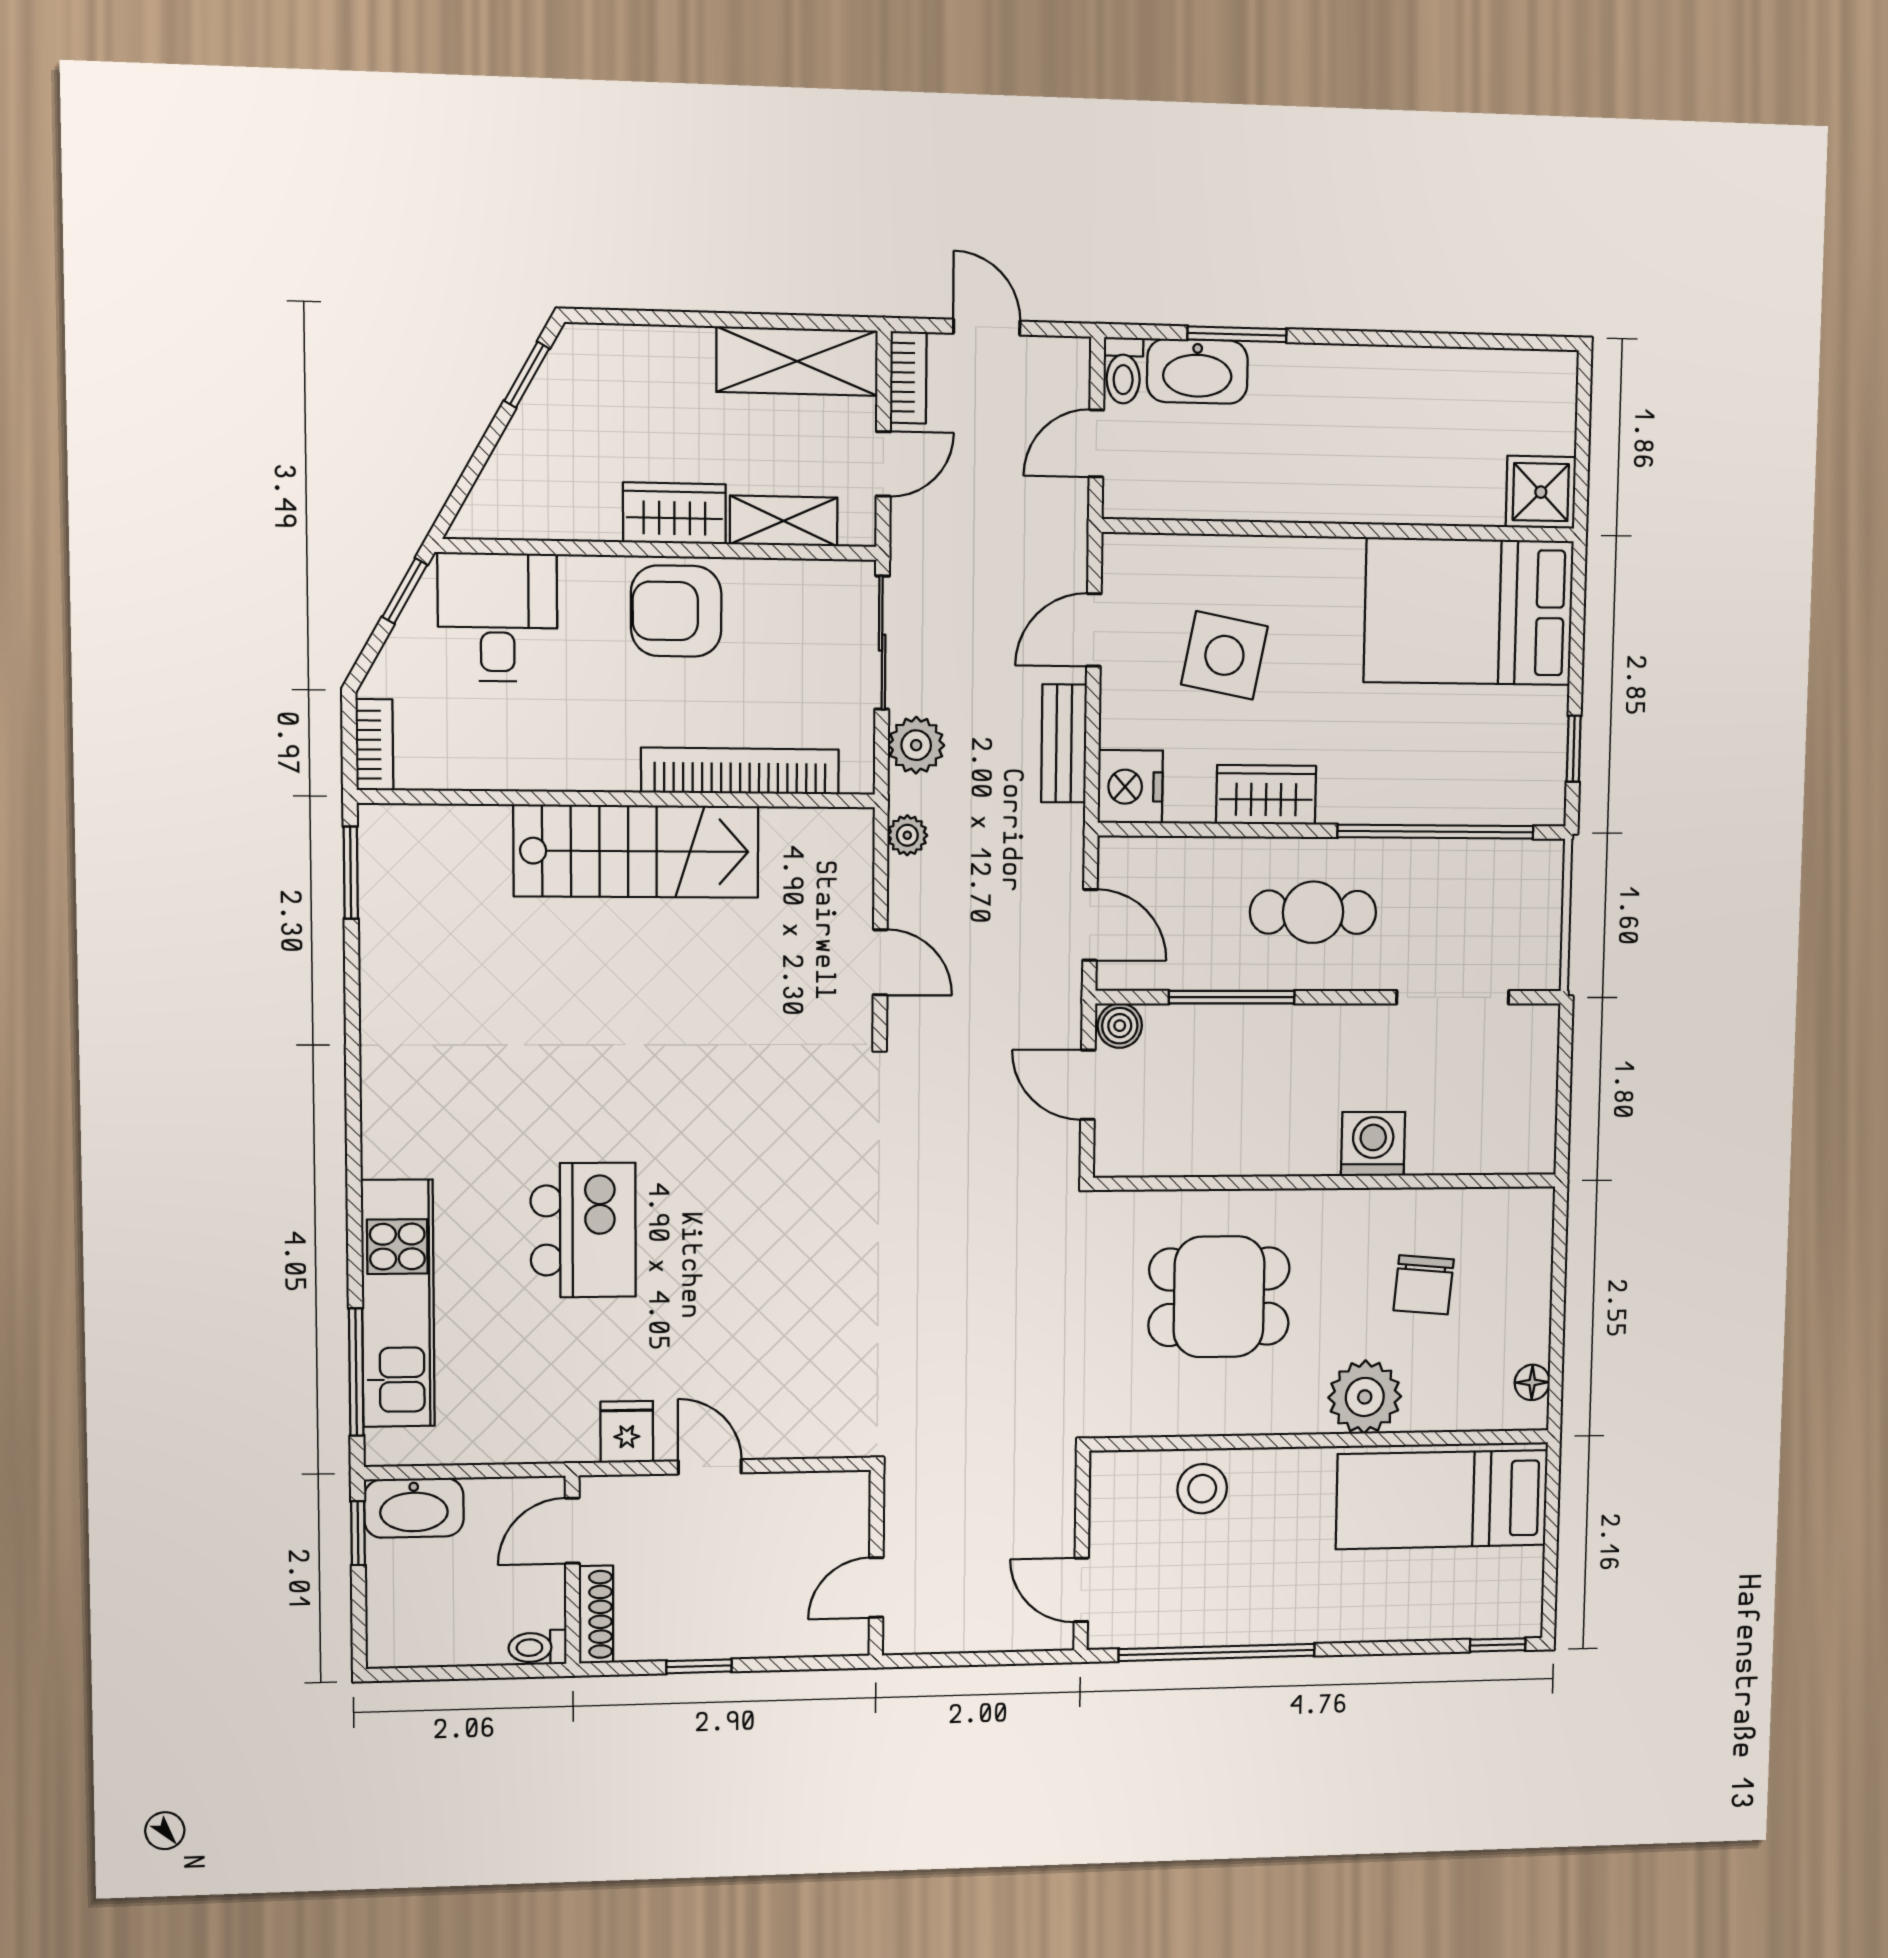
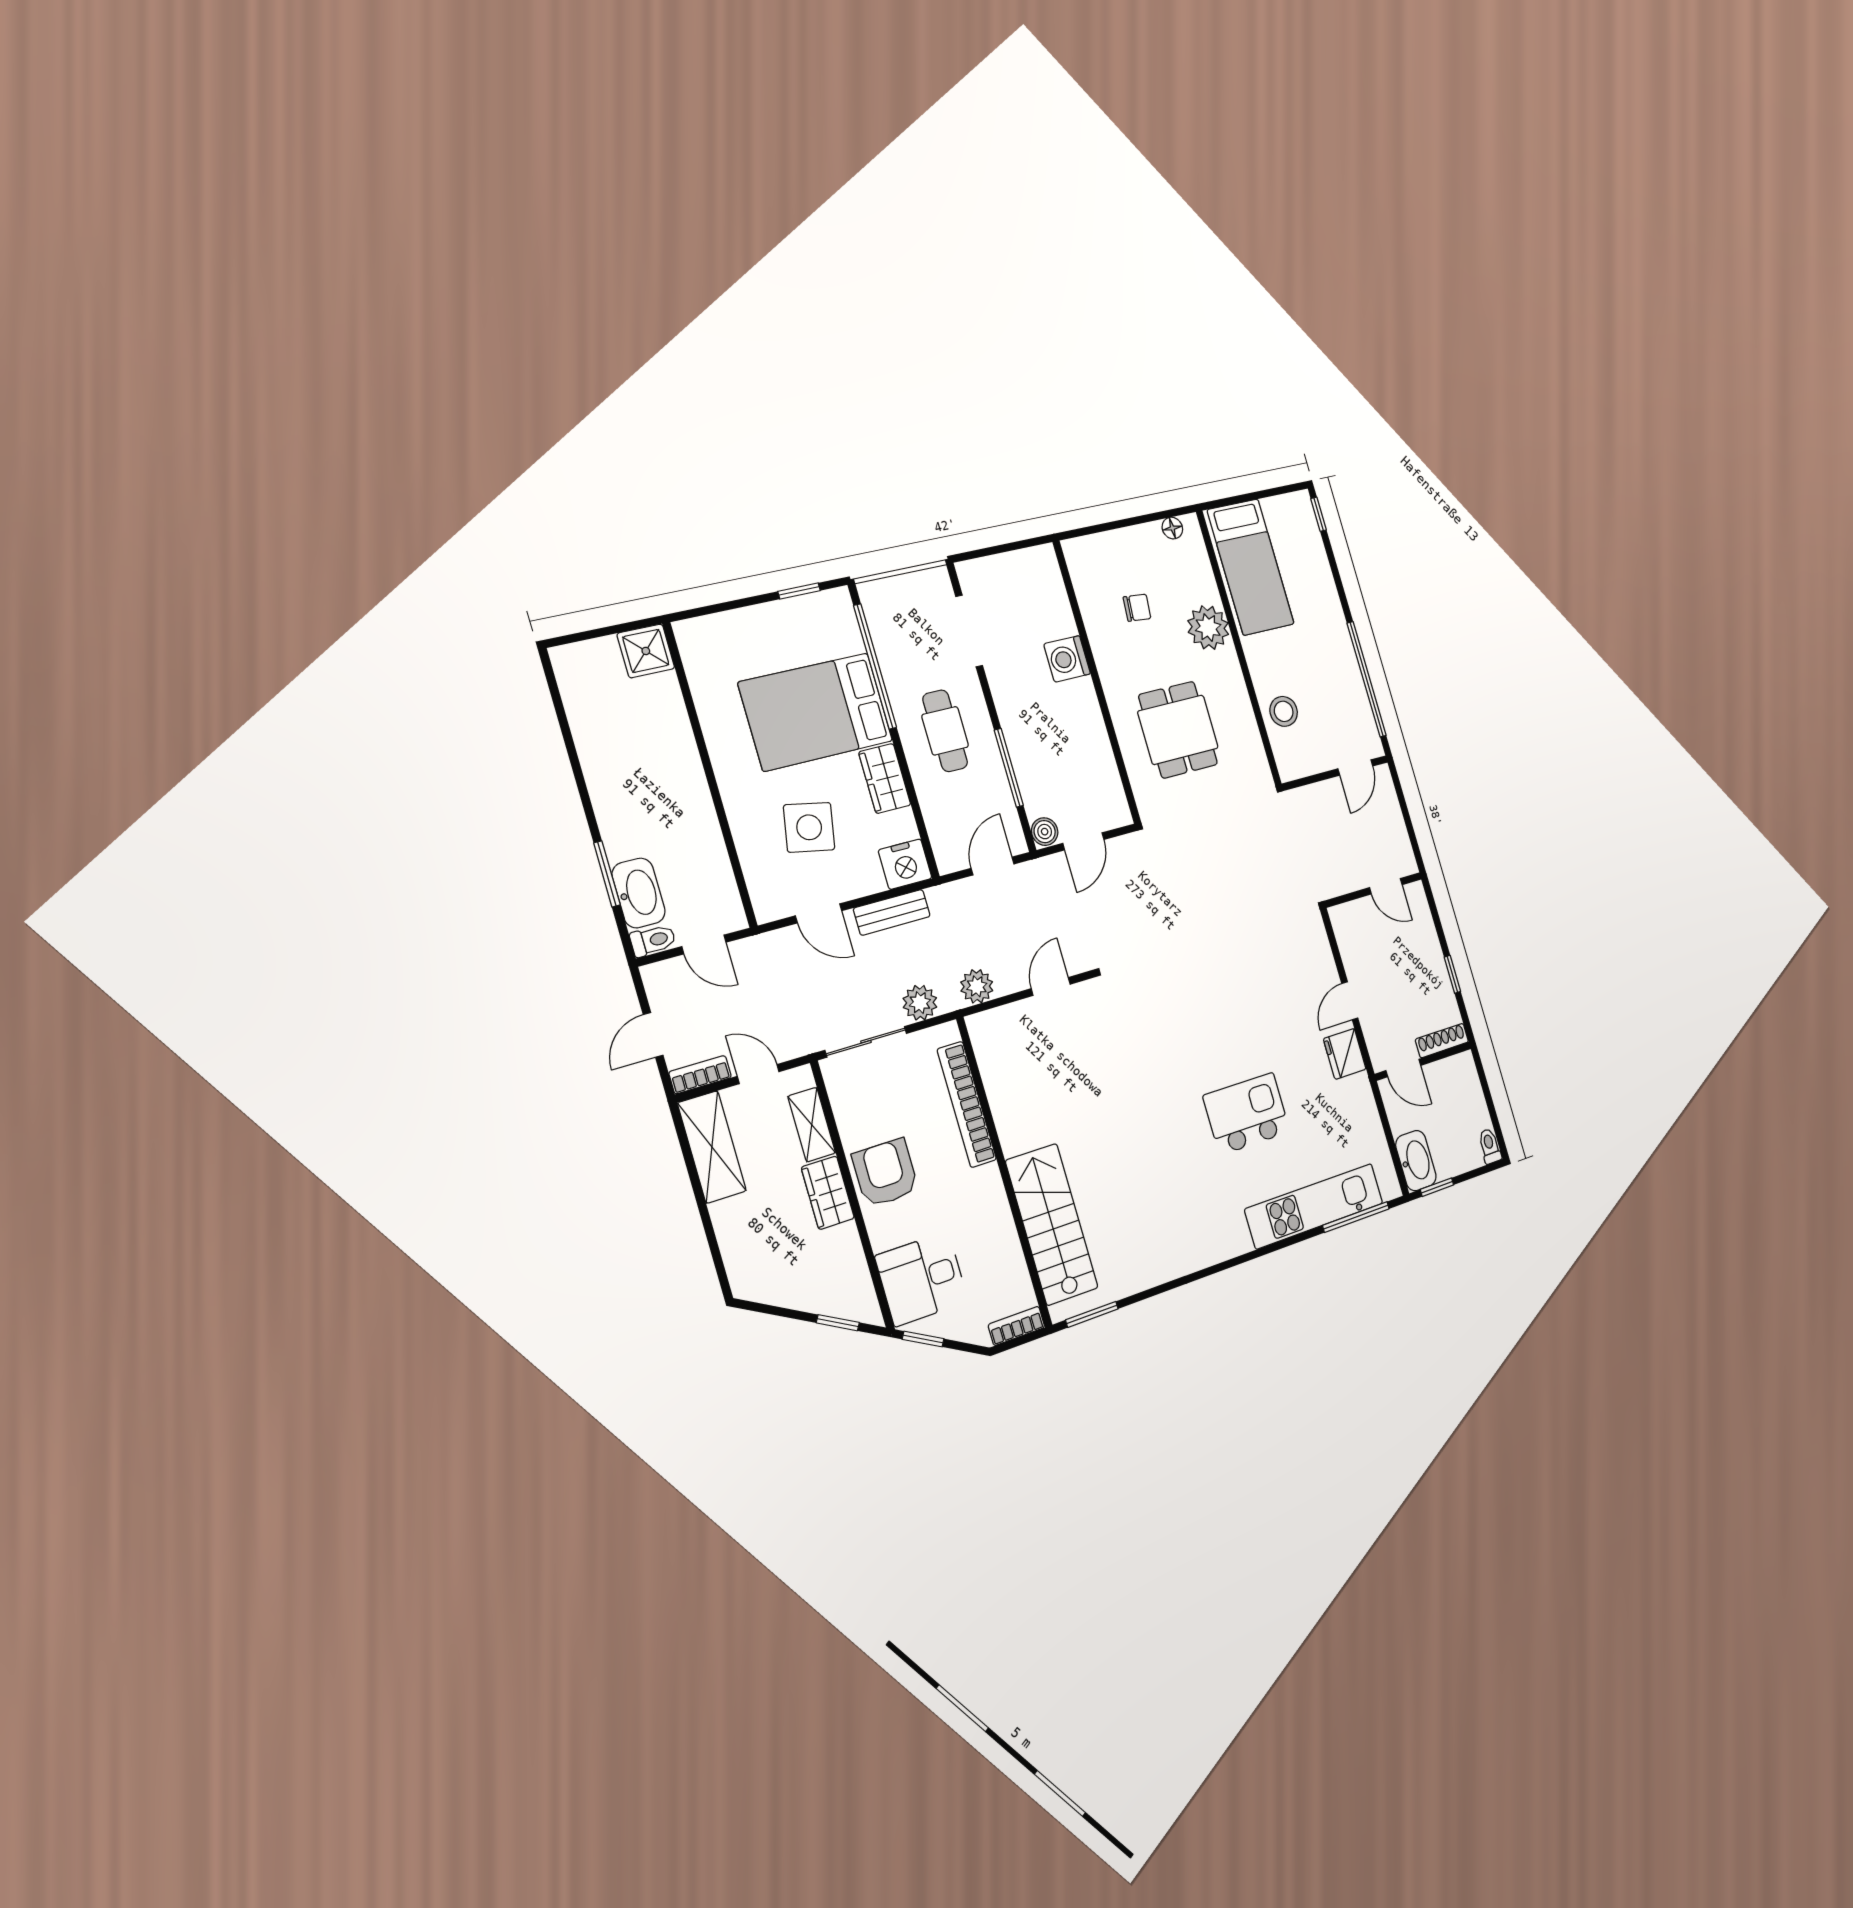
window: (527, 375) -> (838, 1323), moved
armchair: (676, 611) -> (885, 1173), turned 180
bed: (1469, 612) -> (816, 712), moved, turned 90
plant: (907, 835) -> (977, 986), width x1.38, depth x1.38
stairs: (636, 851) -> (1052, 1224), moved
chair: (1424, 1285) -> (1137, 608), width x0.73, depth x0.73
fridge: (627, 1432) -> (1345, 1054), width x1.38
toilet: (538, 1647) -> (1490, 1146), moved, turned 180

